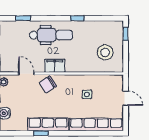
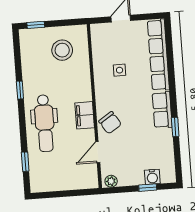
dental chair: (51, 35) -> (45, 123), turned 180
row of seats: (48, 124) -> (162, 110), width x0.68

